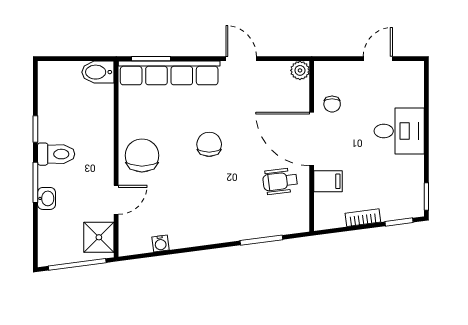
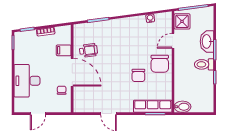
plant: (300, 70) -> (78, 108), removed
row of seats: (169, 73) -> (153, 106), width x0.73
desk: (399, 131) -> (27, 81), width x1.37
chair: (209, 144) -> (138, 75), moved
washbasin: (47, 198) -> (207, 41), width x1.91, depth x1.45

